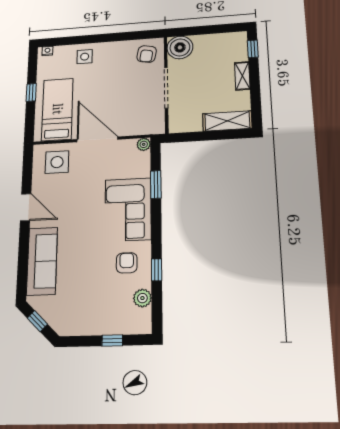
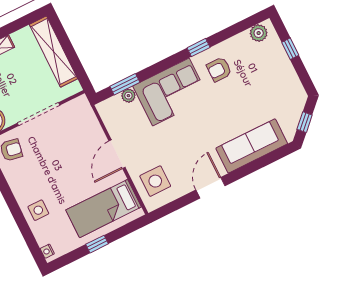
shelving: (227, 121) -> (54, 52), width x1.47
door: (97, 139) -> (117, 154), width x0.73
plant: (144, 144) -> (128, 96), moved
window: (156, 184) -> (125, 84), moved
window: (157, 270) -> (199, 48), moved
plant: (142, 298) -> (259, 33), moved

